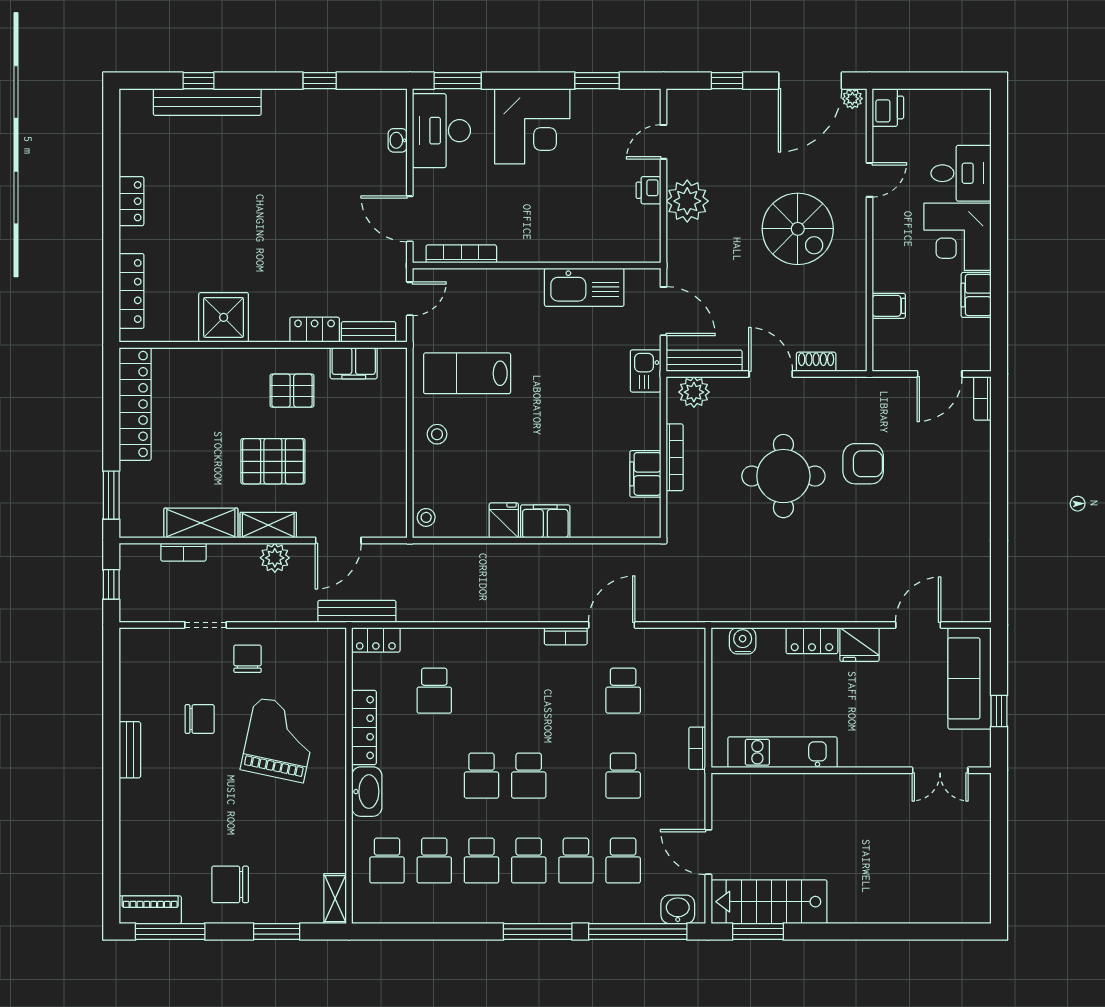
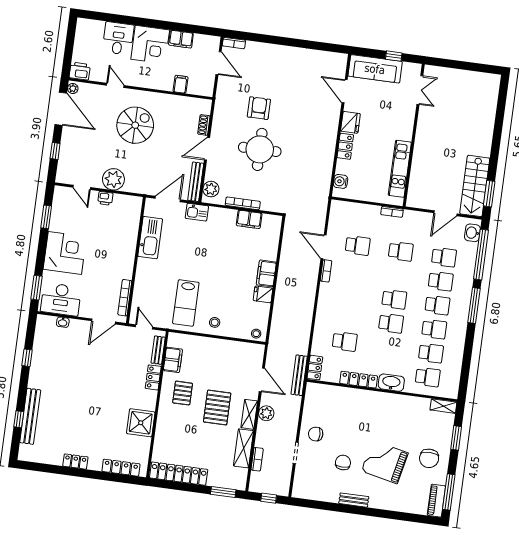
grand piano: (279, 740) -> (385, 462), moved

